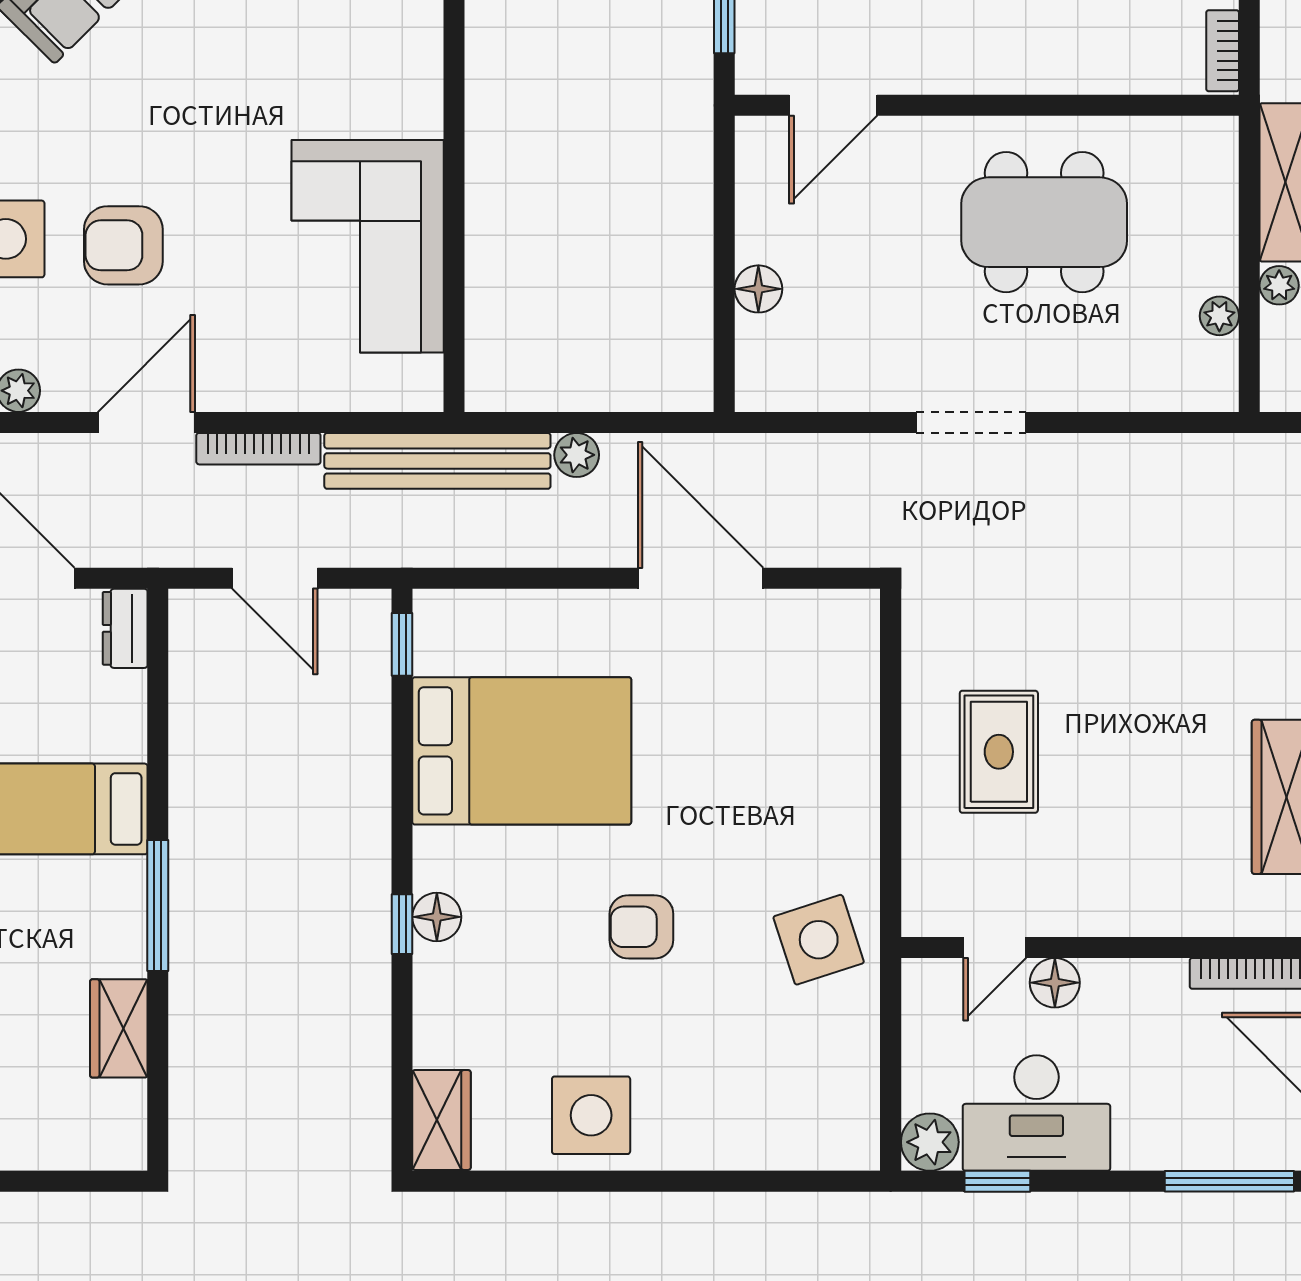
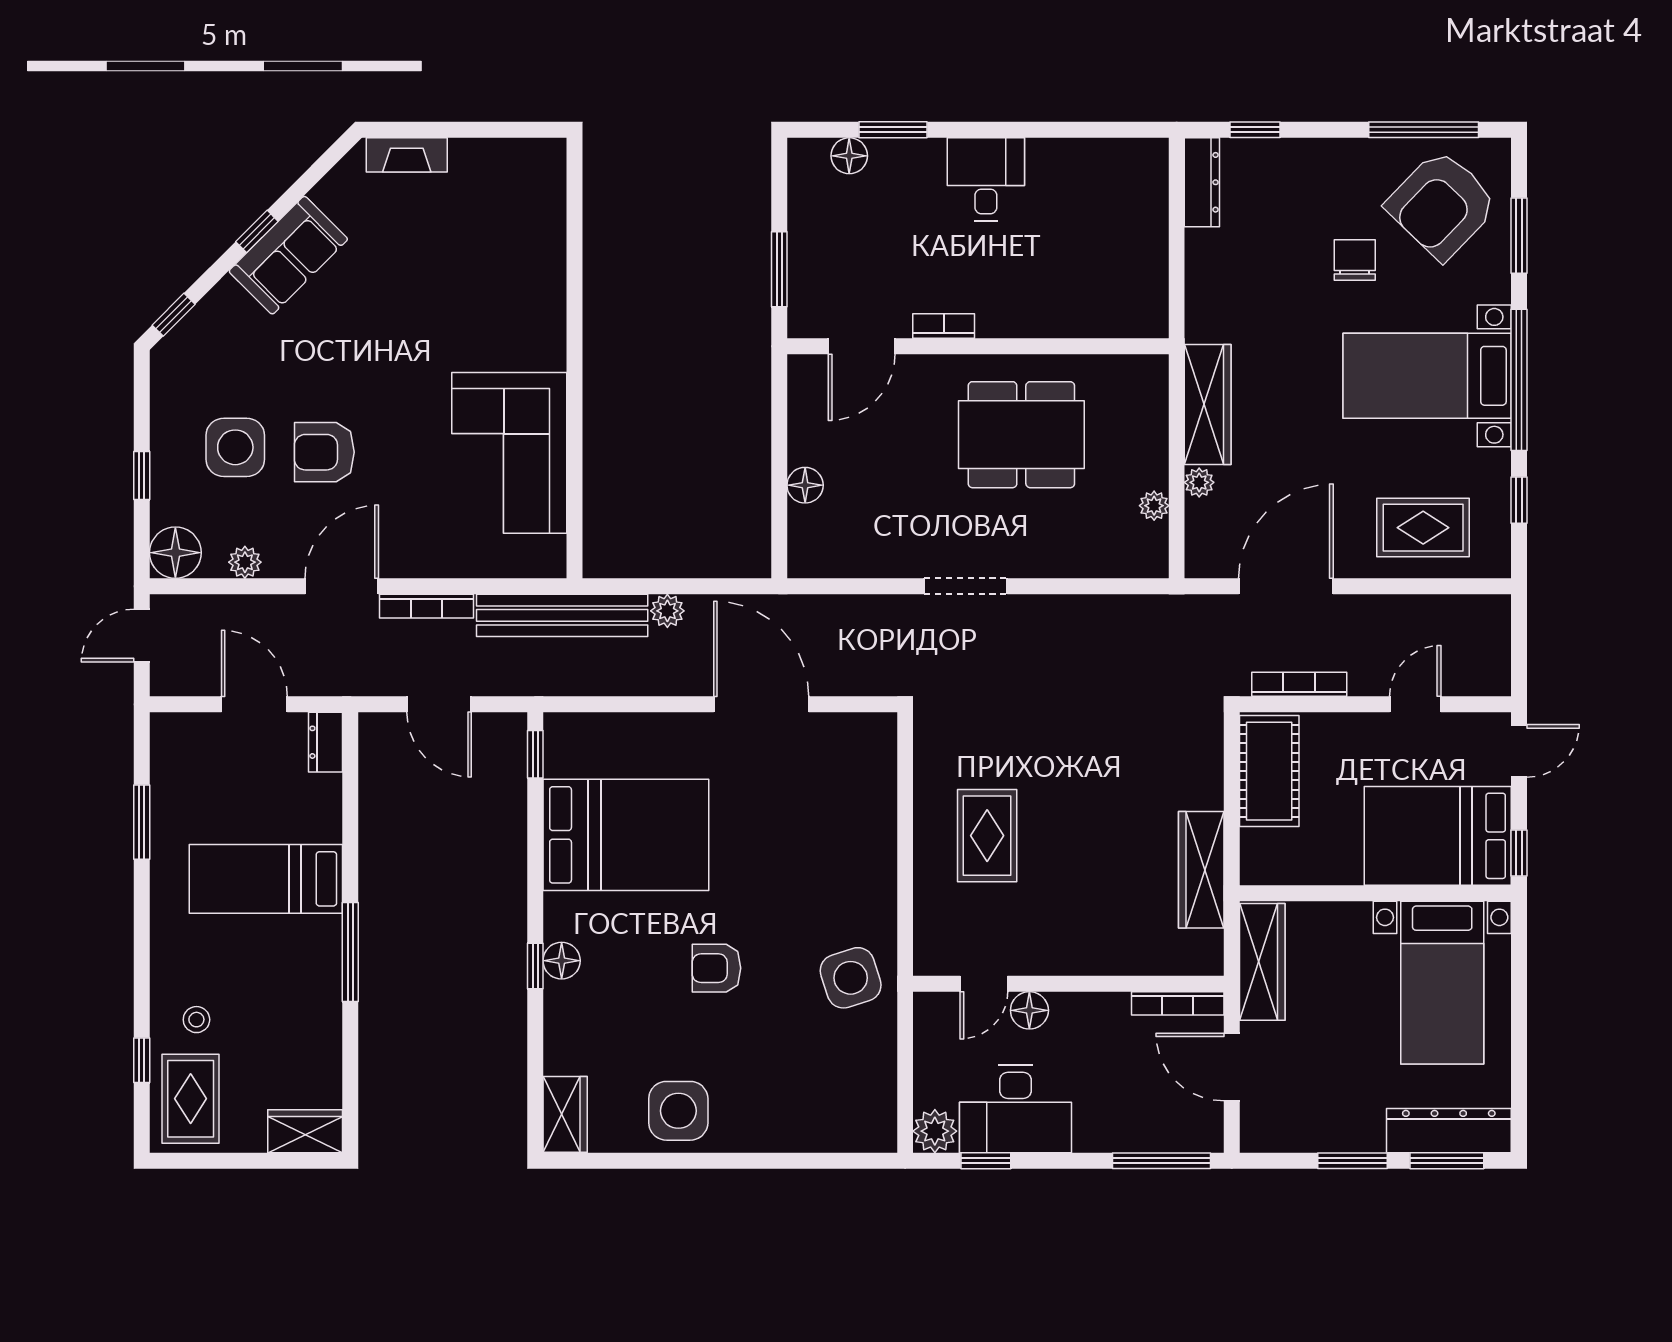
bookcase: (1223, 51) -> (944, 326), moved, turned 90
wardrobe: (119, 1028) -> (305, 1131), moved, turned 90

